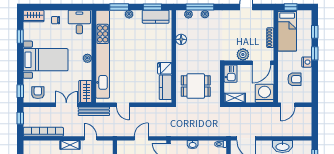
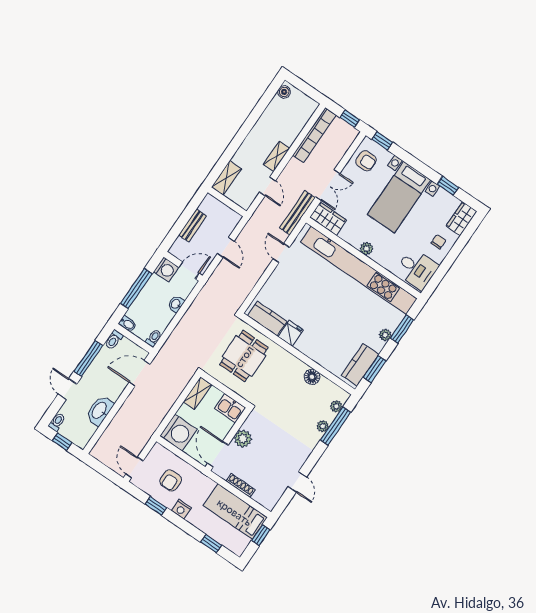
window: (315, 53) -> (156, 506), moved
door: (123, 105) -> (281, 253), hinge flipped
door: (288, 105) -> (134, 467), moved
door: (91, 138) -> (268, 186), hinge flipped

